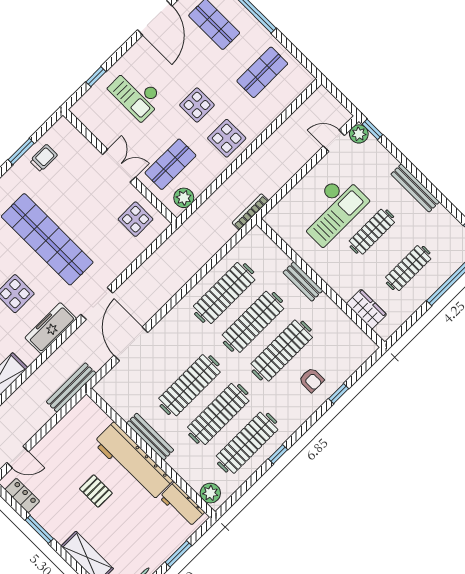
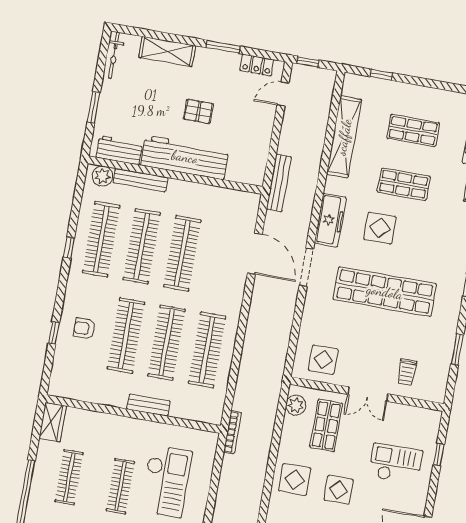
trolley: (44, 158) -> (407, 372), moved
checkout: (332, 210) -> (166, 481), turned 180
wardrobe: (366, 309) -> (53, 422), moved, turned -90
bench: (150, 437) -> (141, 180), moved

